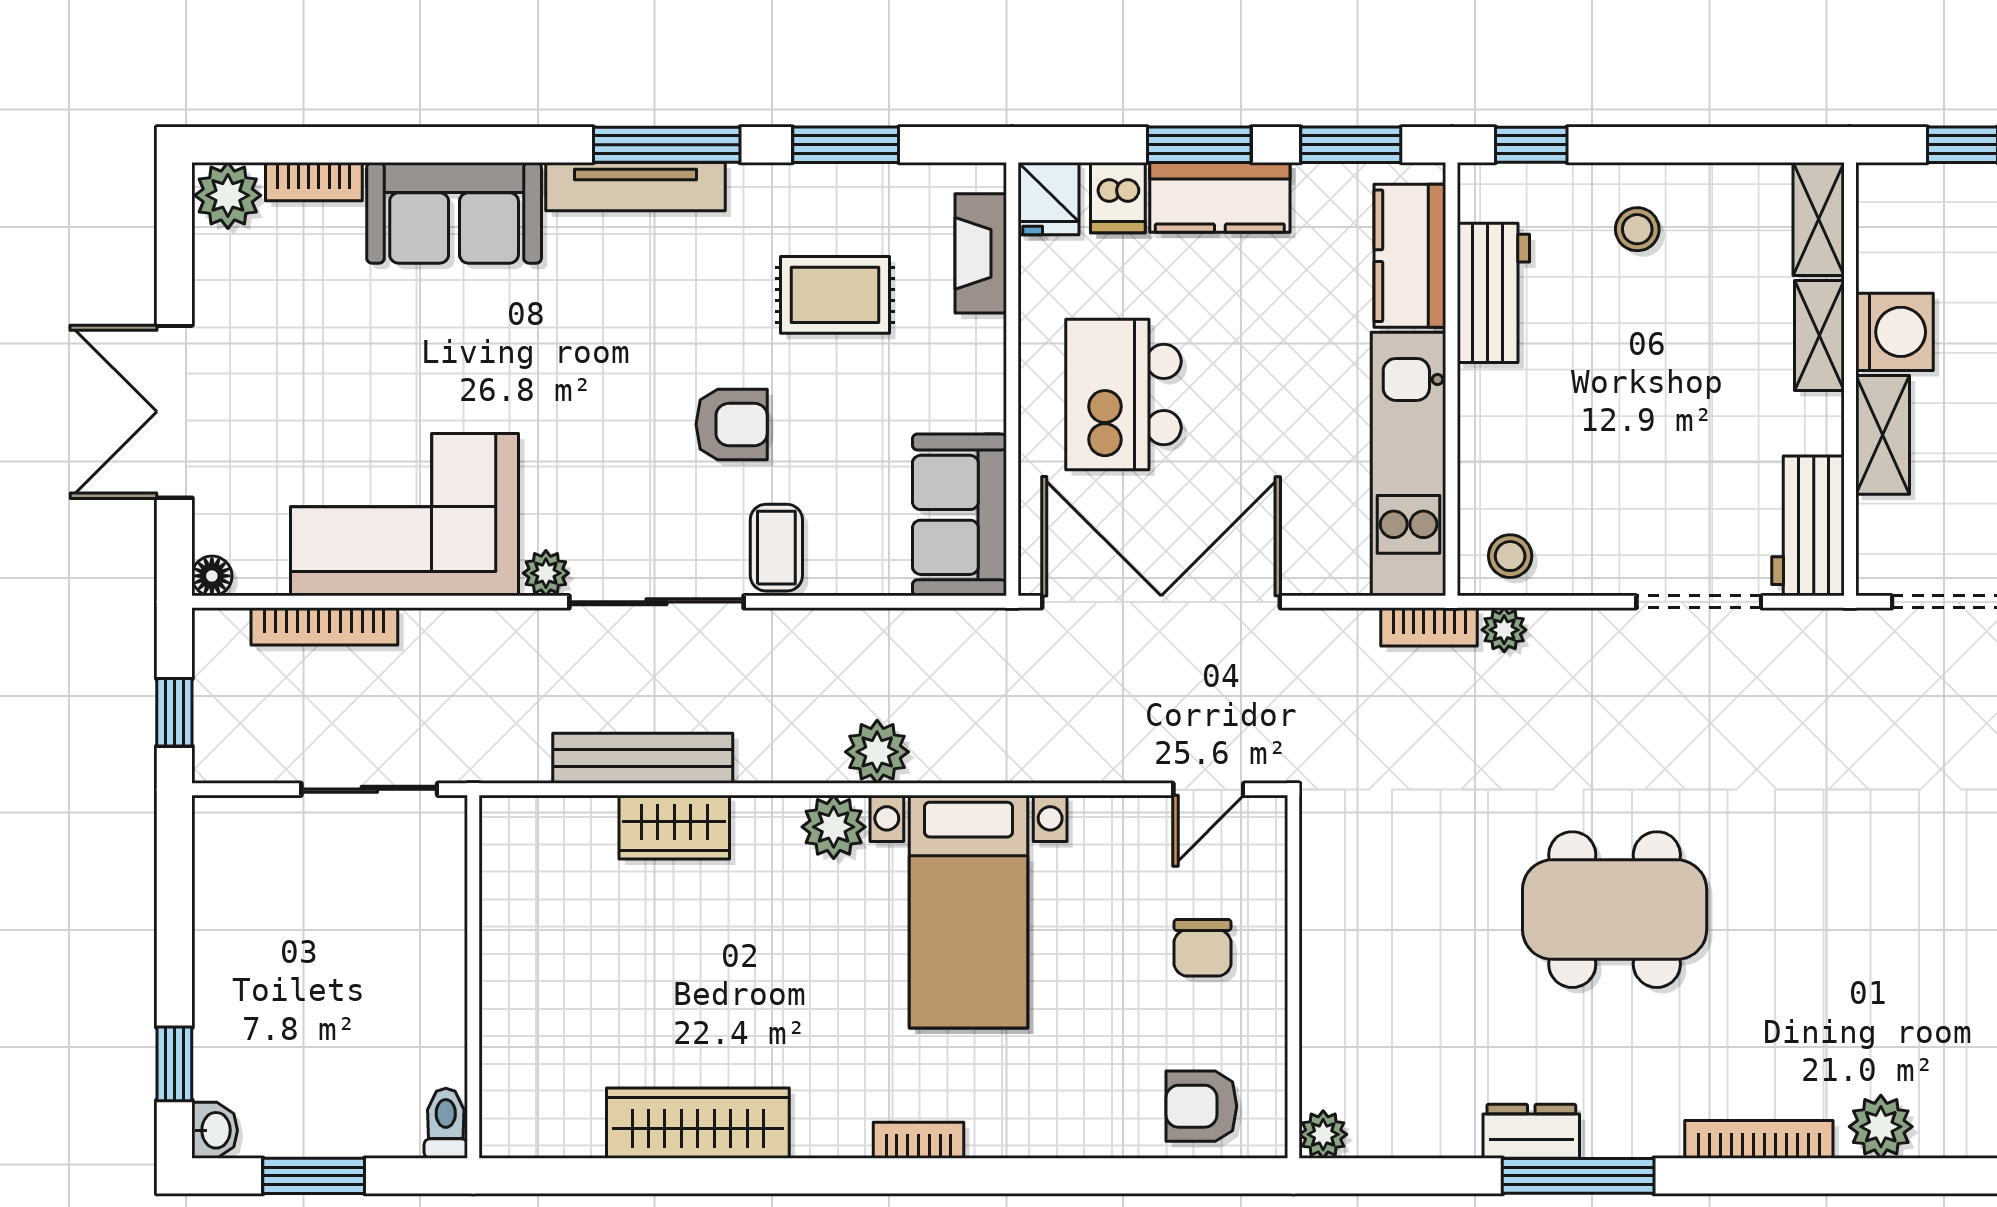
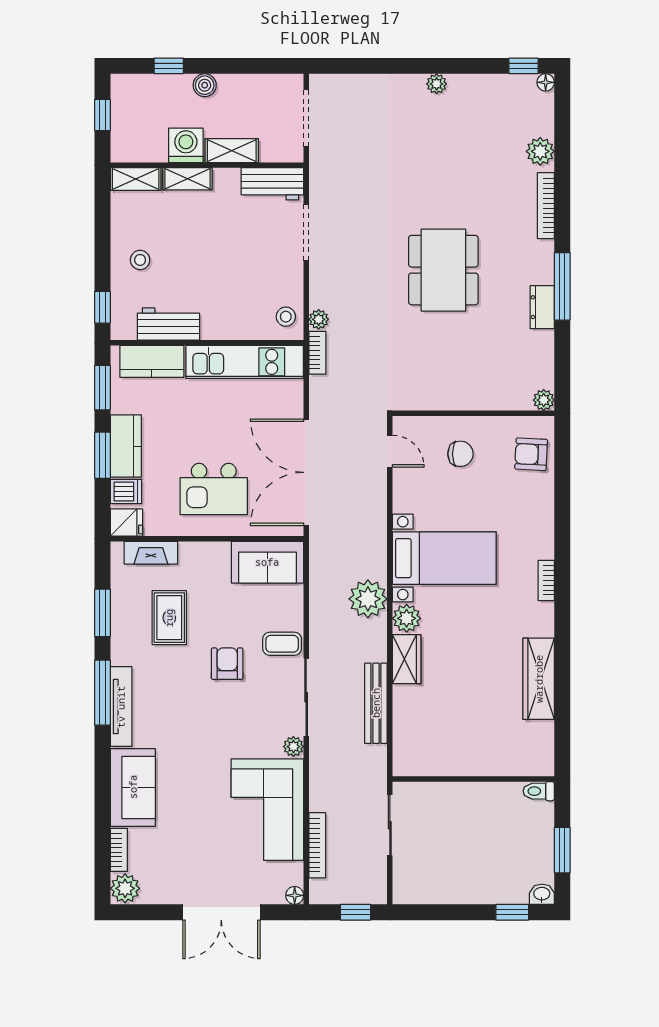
plant: (877, 752) -> (368, 599), width x1.36, depth x1.36
wardrobe: (674, 827) -> (407, 659), moved
armchair: (1201, 1106) -> (531, 454), turned 93

